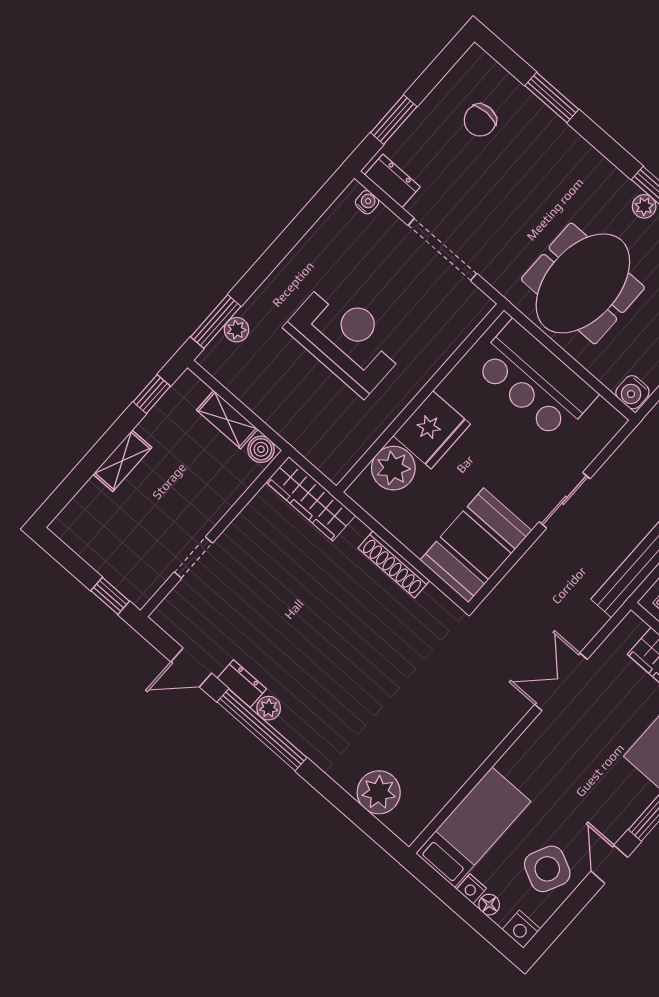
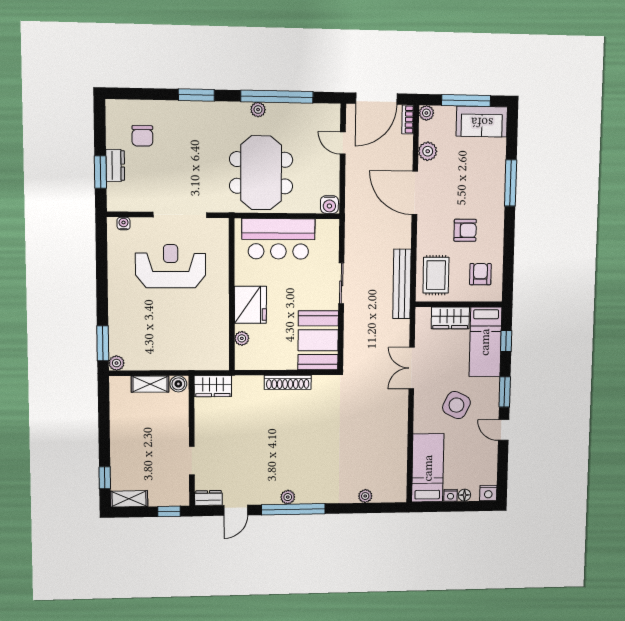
window: (552, 97) -> (196, 95), moved
dresser: (392, 181) -> (115, 165), moved, turned 90
plant: (237, 330) -> (117, 363), moved
reception desk: (346, 338) -> (171, 266), moved
window: (152, 394) -> (105, 478), moved
shelving: (122, 461) -> (129, 499), moved, turned 90
plant: (393, 468) -> (242, 338), width x0.53, depth x0.53
wardrobe: (311, 499) -> (213, 386), width x0.67
dresser: (242, 684) -> (208, 498), moved
plant: (379, 792) -> (365, 496), width x0.53, depth x0.53
side table: (547, 869) -> (456, 405), moved

